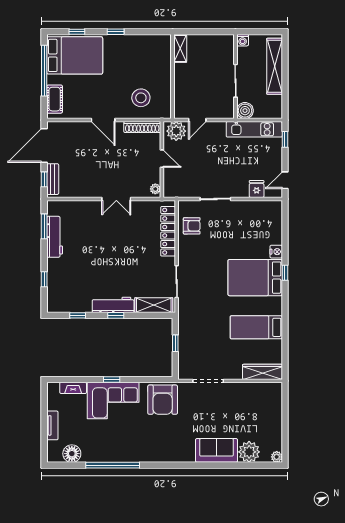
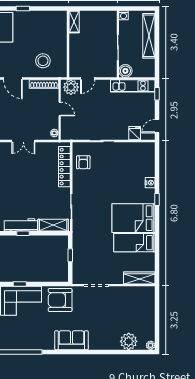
armchair: (192, 226) -> (83, 162), turned 90
bed: (255, 278) -> (134, 218), moved
armchair: (163, 400) -> (60, 300), turned 90
sofa: (216, 450) -> (71, 340), moved

